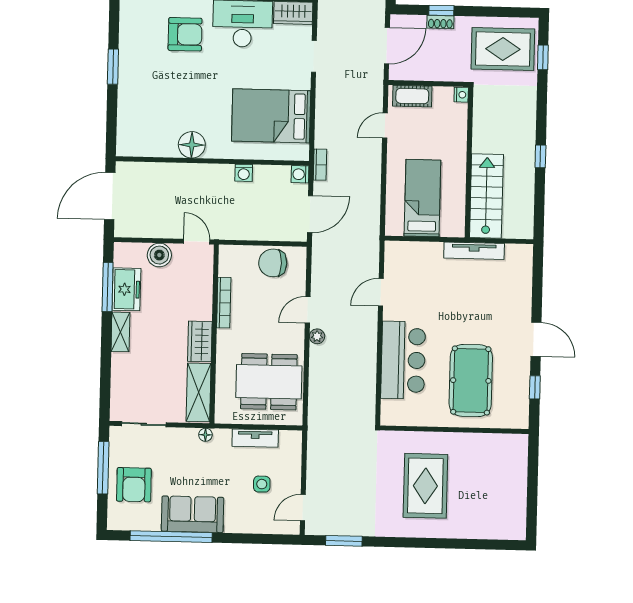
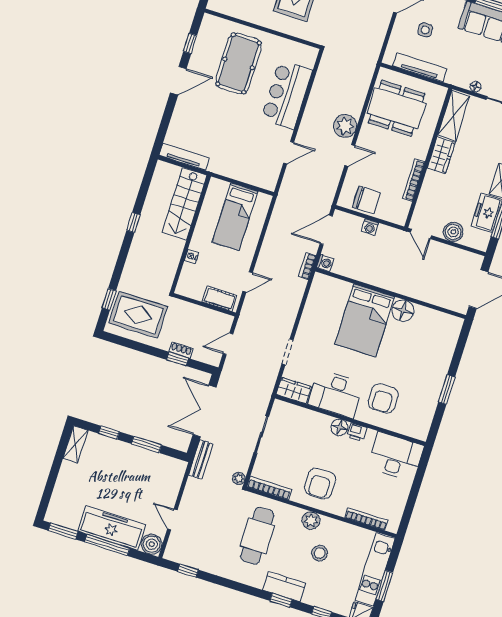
armchair: (185, 34) -> (383, 398), turned -90
door: (387, 46) -> (228, 344), width x0.73
nightstand: (461, 95) -> (191, 256), moved
bed: (271, 116) -> (365, 320), moved, turned 90
washing machine: (244, 173) -> (370, 227), moved, turned 180
tv unit: (474, 251) -> (184, 157), moved
plant: (317, 336) -> (345, 126), width x1.87, depth x1.87
door: (536, 339) -> (178, 81), swing flipped
floor lamp: (205, 435) -> (475, 87), moved
tv unit: (255, 438) -> (420, 67), width x1.41

